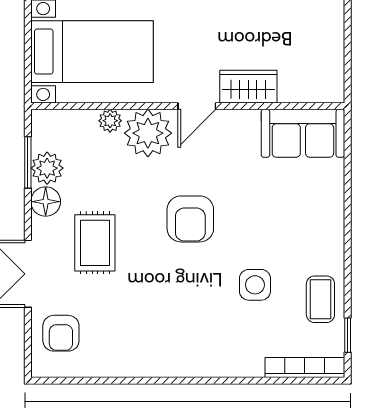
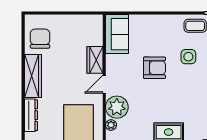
door: (197, 106) -> (104, 84), swing flipped
armchair: (190, 219) -> (154, 68), moved

